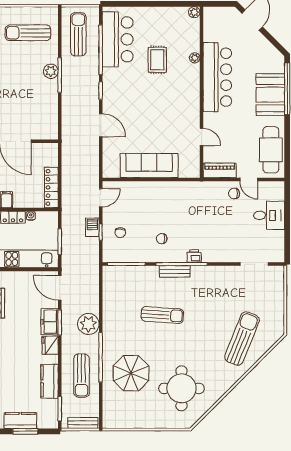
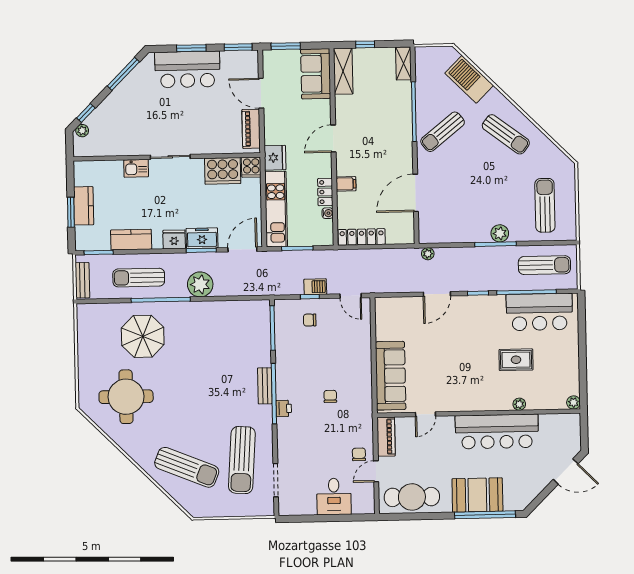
plant: (67, 132) -> (428, 254), added
sofa: (149, 166) -> (391, 376), moved
chair: (162, 239) -> (330, 396), moved
sun lounger: (162, 315) -> (242, 460), moved, width x1.36, depth x1.34

